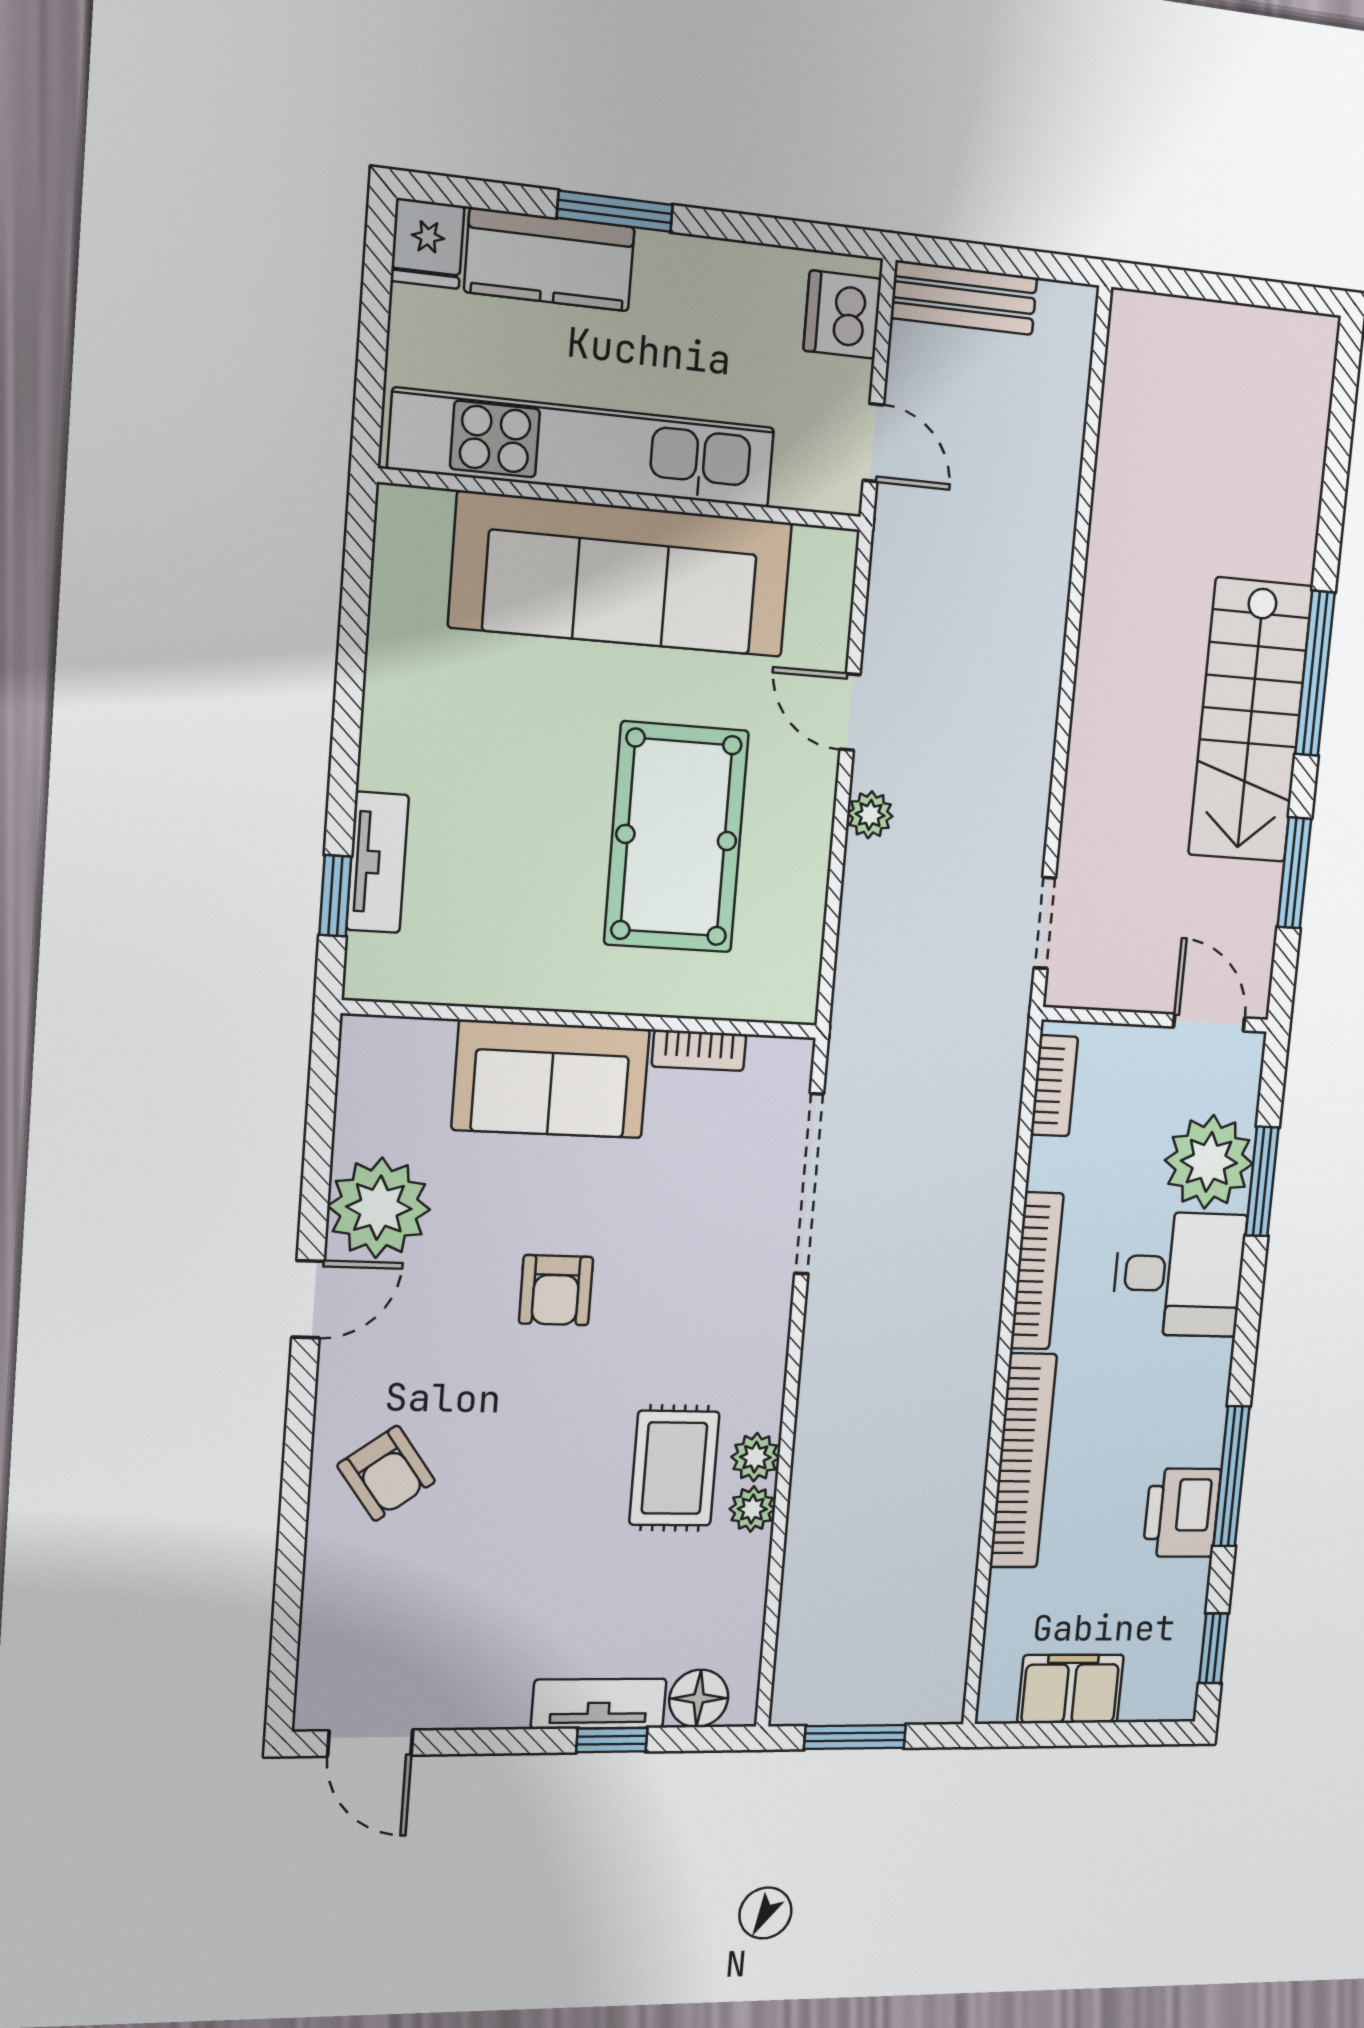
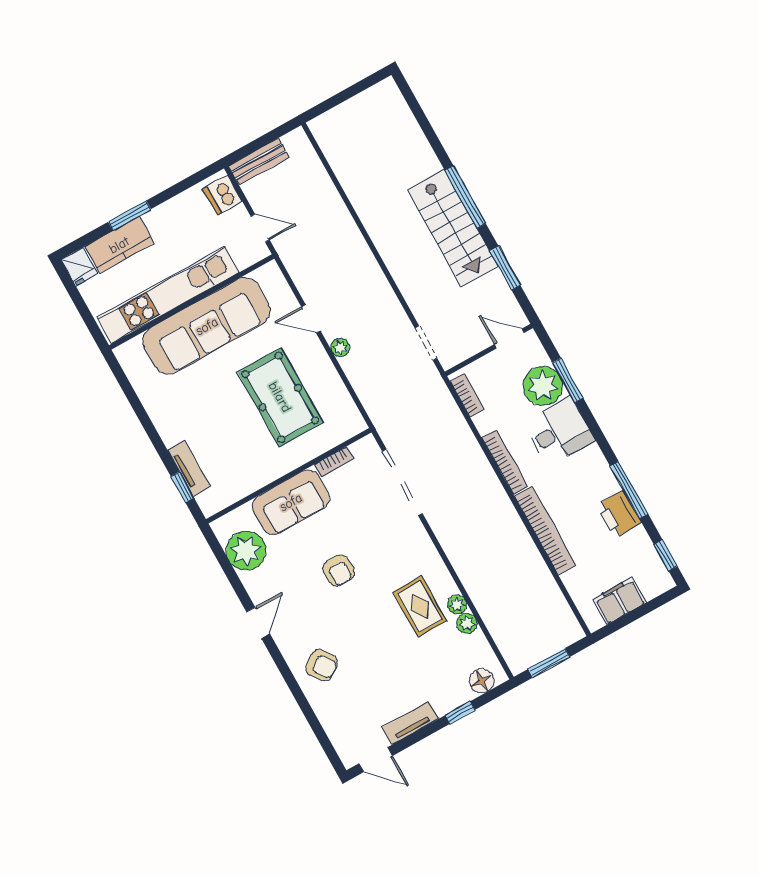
plant: (379, 1208) -> (246, 551), moved
plant: (755, 1457) -> (467, 623), moved
tv unit: (599, 1704) -> (410, 723), moved

